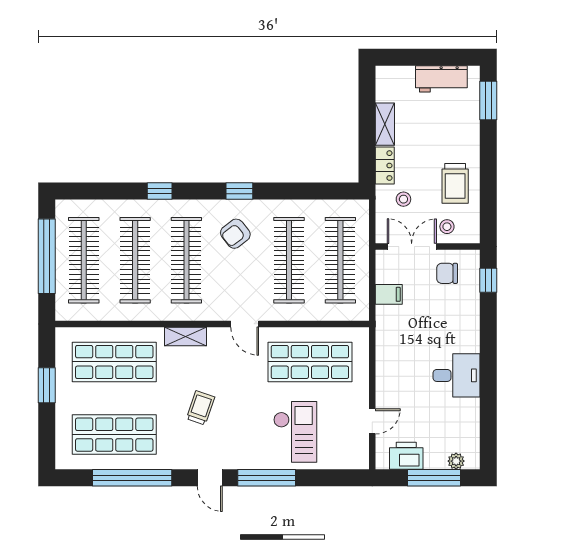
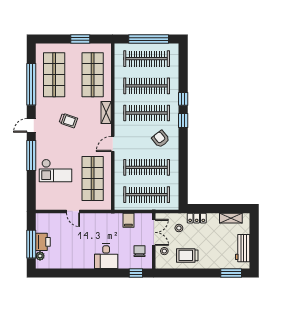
shelving: (385, 124) -> (231, 218), moved
window: (239, 191) -> (183, 120), moved
desk: (457, 375) -> (106, 256), moved
door: (372, 421) -> (73, 211), moved
printer: (406, 456) -> (43, 242), moved

